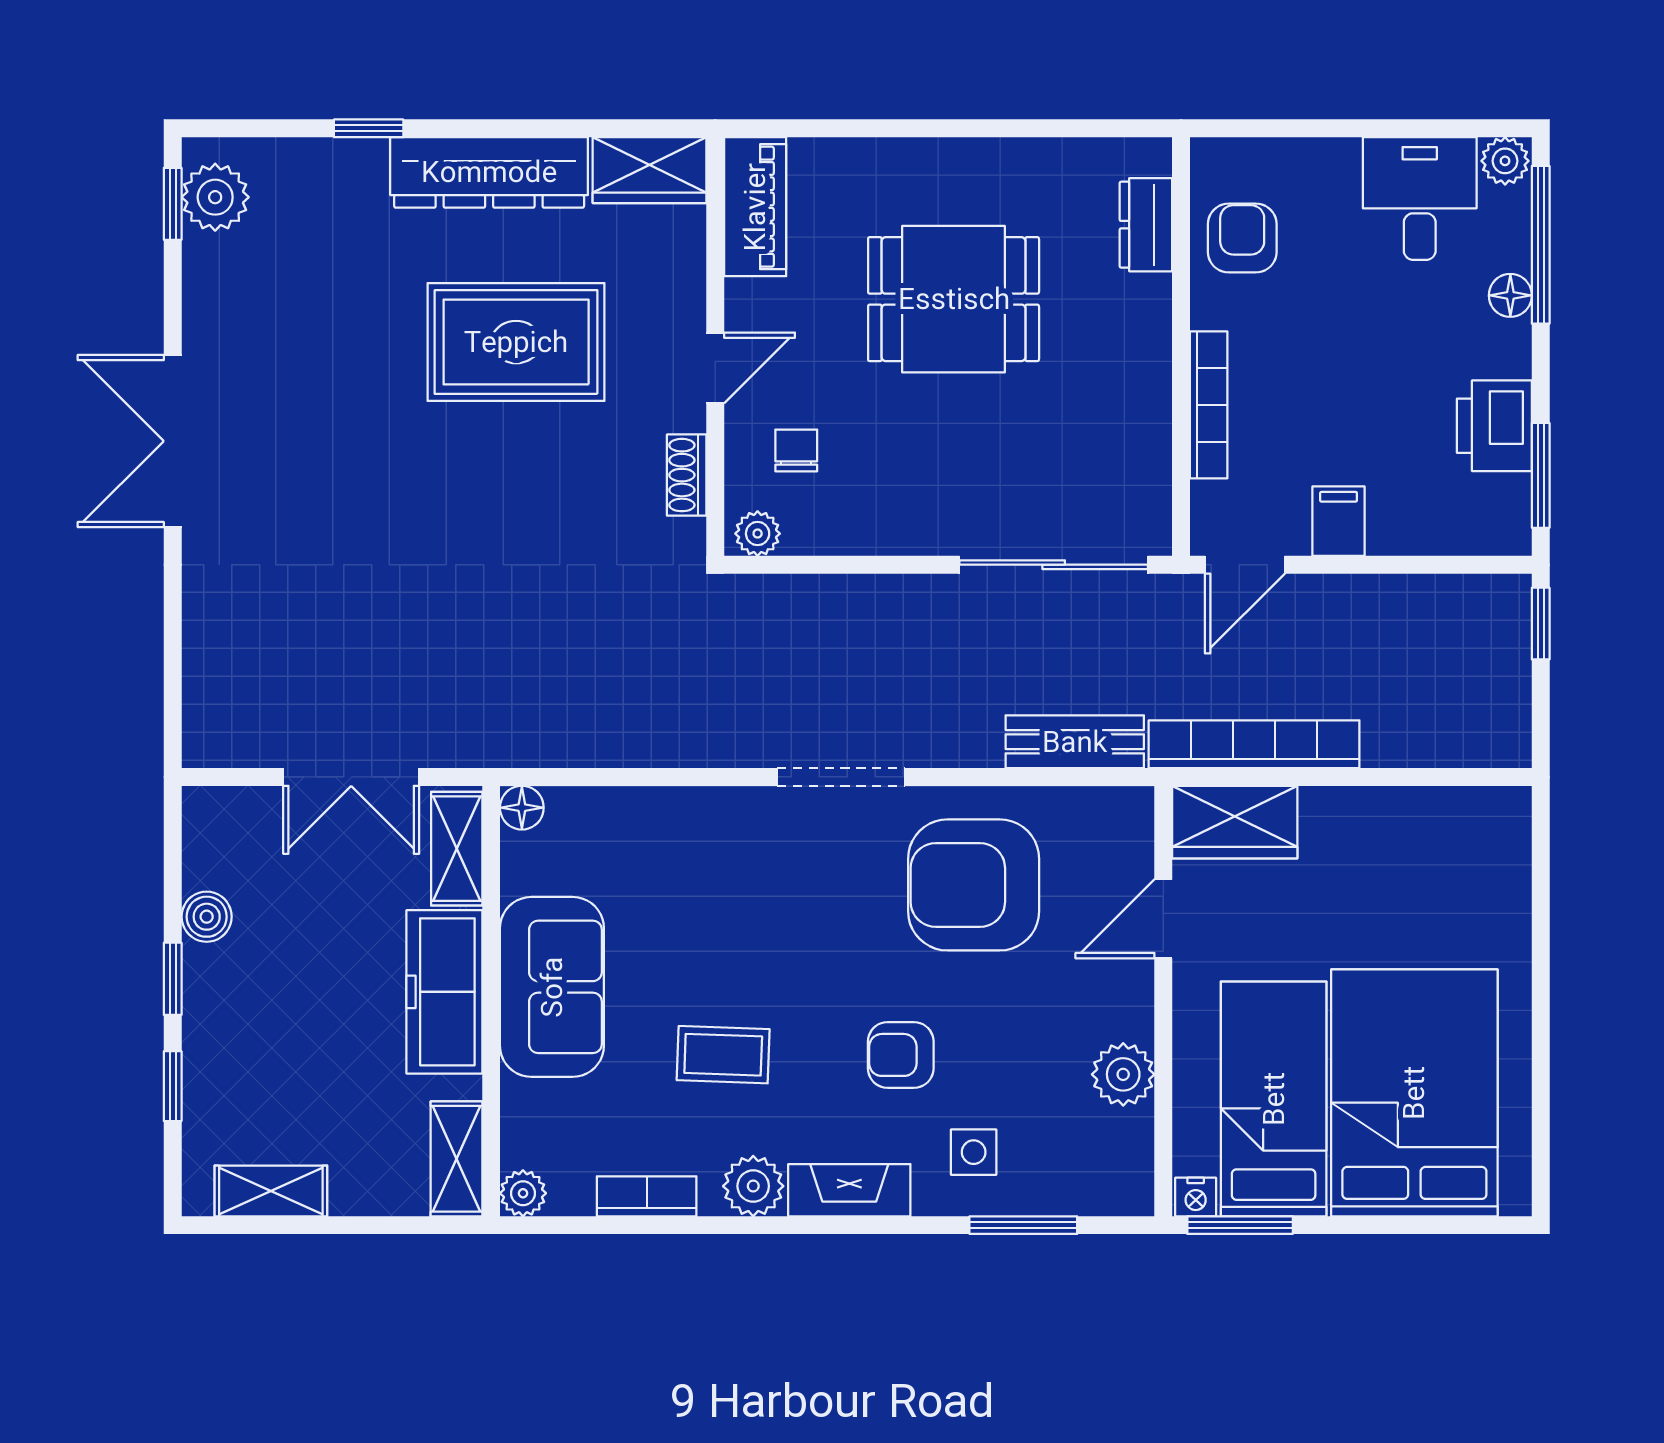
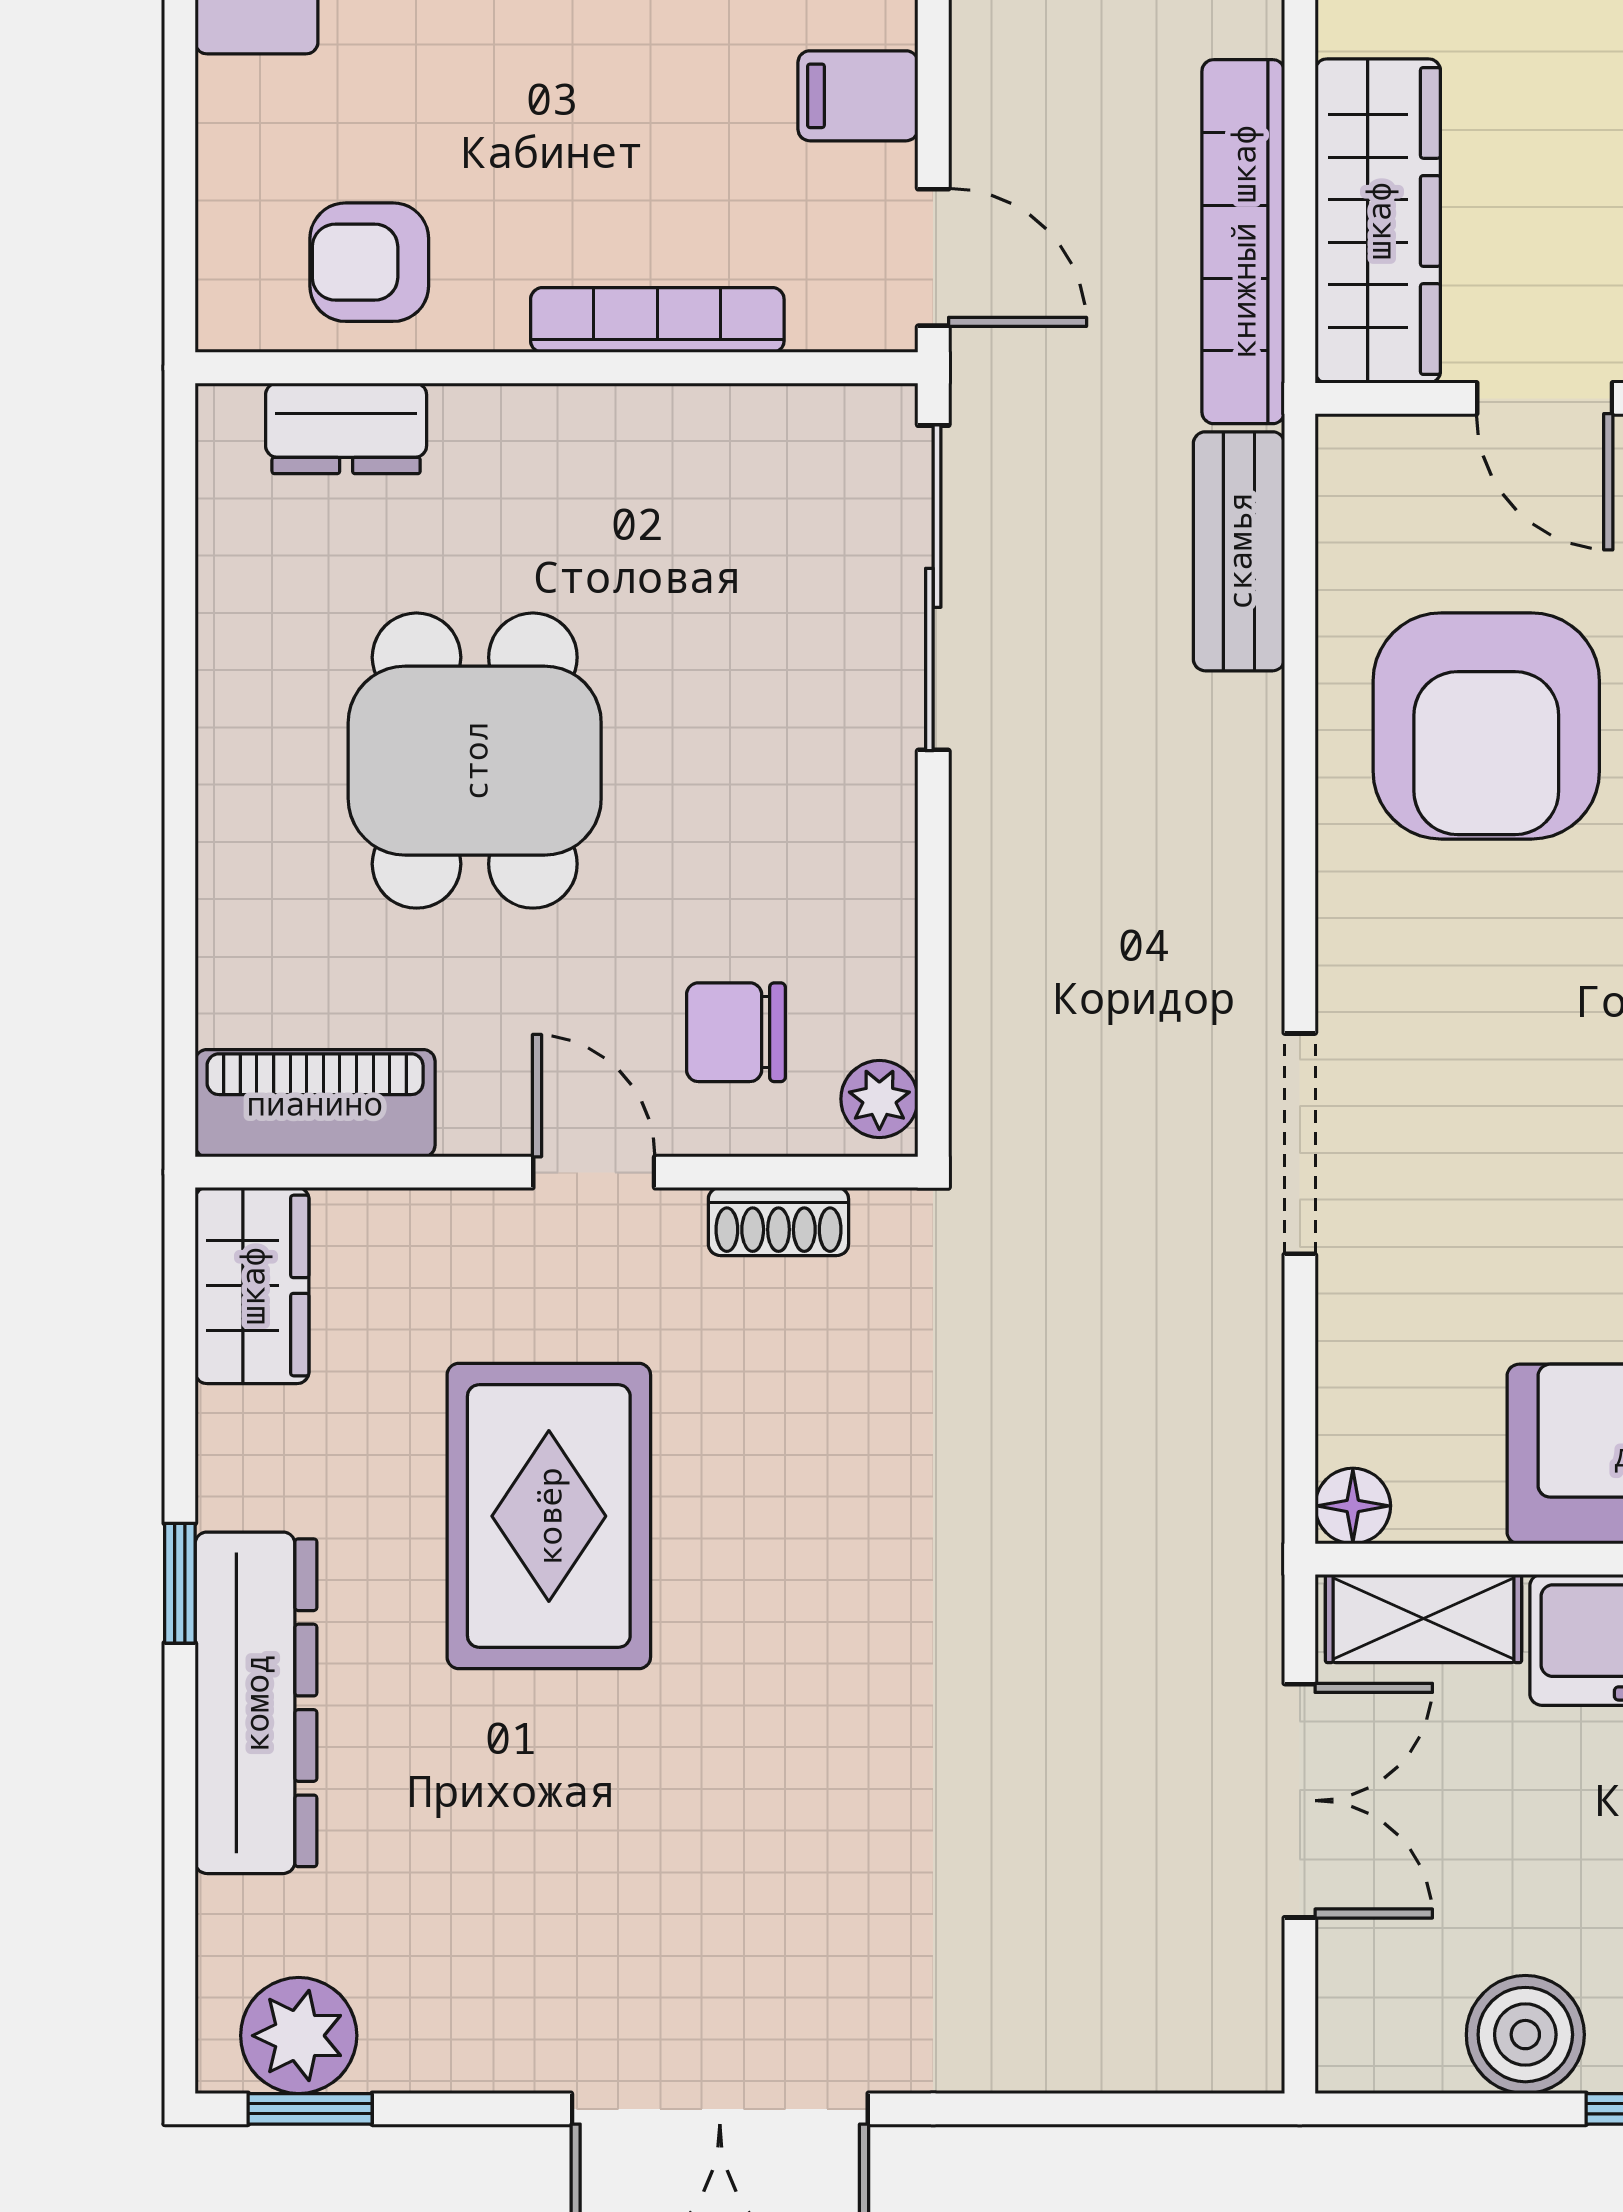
window: (369, 128) -> (180, 1583), moved
dresser: (489, 172) -> (256, 1703), moved
chair: (796, 450) -> (736, 1032), width x1.37, depth x1.37
doorway: (841, 777) -> (1300, 1144), moved
wardrobe: (1235, 822) -> (1378, 221), width x1.50
boiler: (207, 917) -> (1525, 2035), width x1.36, depth x1.36

